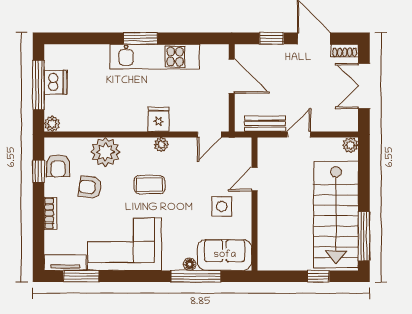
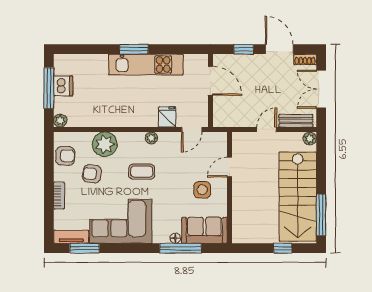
fridge: (158, 119) -> (167, 117), moved
bench: (265, 124) -> (296, 121), moved
armchair: (58, 166) -> (65, 156), turned -90
window: (38, 171) -> (49, 161), removed

